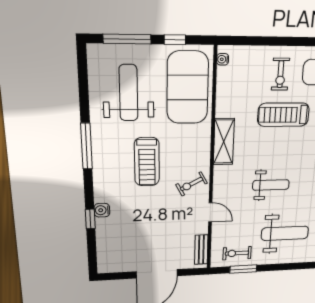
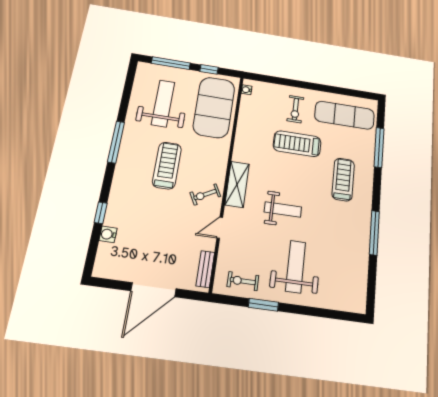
shelving: (224, 142) -> (237, 184), moved
treadmill: (147, 162) -> (167, 165), turned 180
water cooler: (102, 210) -> (108, 234), moved
door: (210, 212) -> (220, 228), swing flipped
weight bench: (285, 233) -> (296, 267), turned -90
window: (243, 269) -> (263, 305), moved

